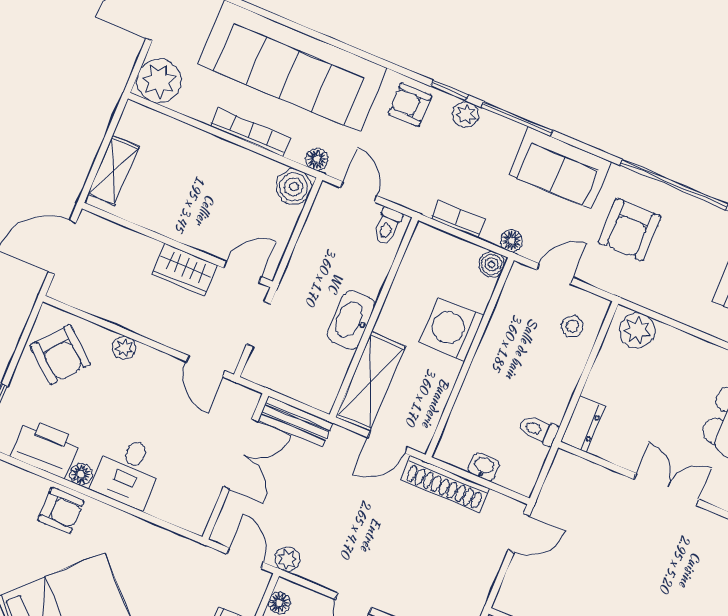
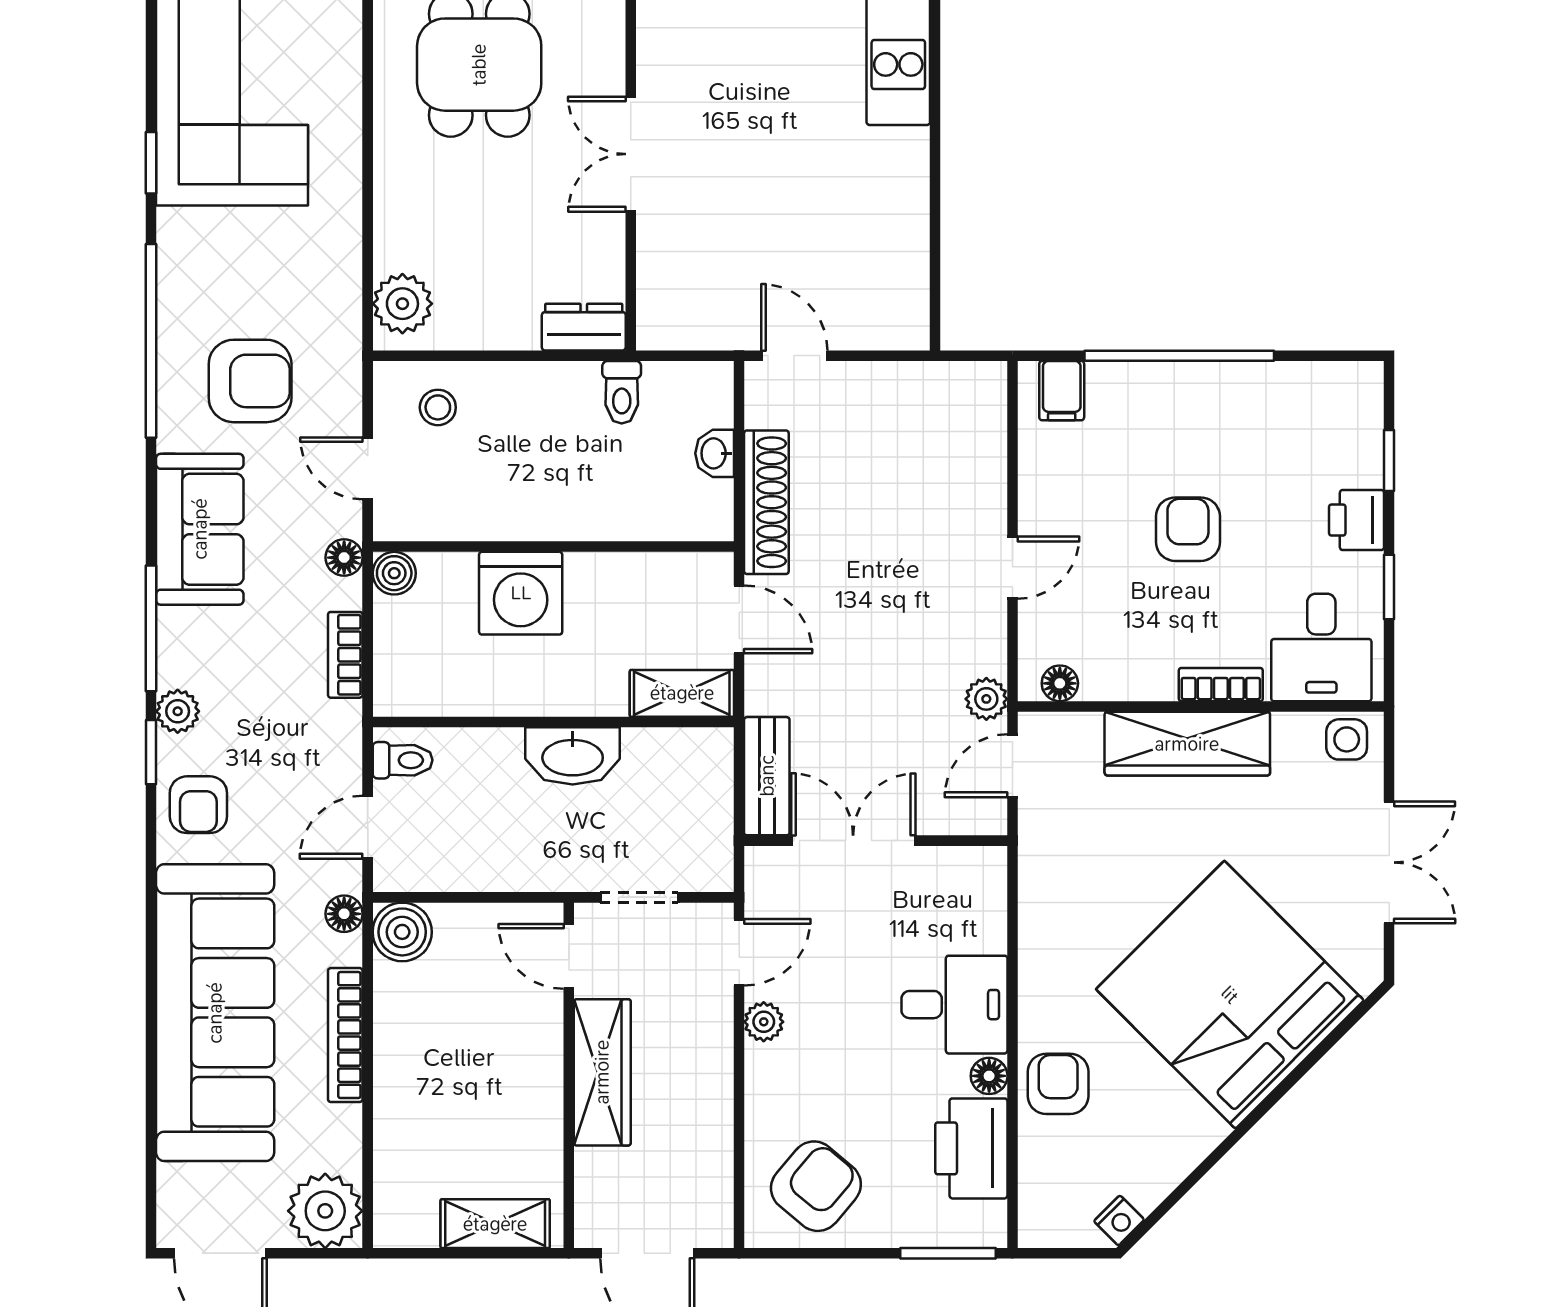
wardrobe: (185, 270) -> (602, 1072), width x1.50
plant: (124, 348) -> (764, 1022), moved
shelving: (370, 382) -> (682, 693), width x0.67, depth x0.75

